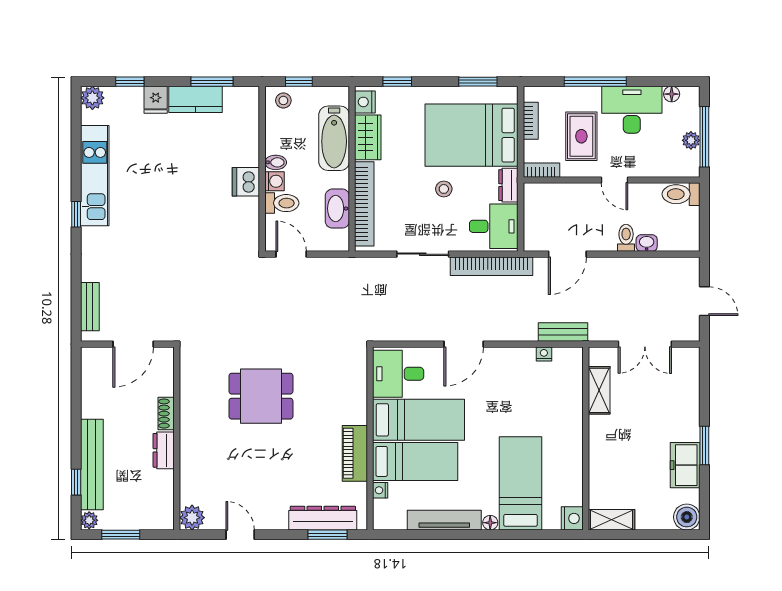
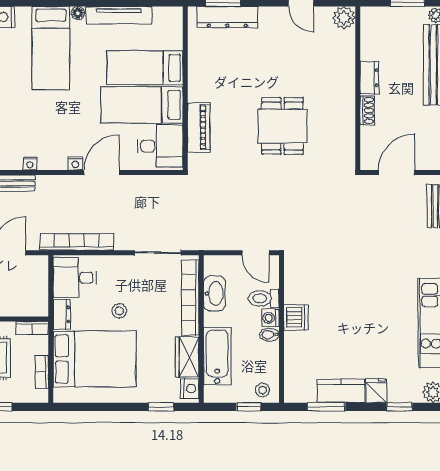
window: (478, 82) -> (89, 407), removed
sliding door: (423, 254) -> (158, 253), moved
dining table: (261, 396) -> (282, 126), turned 90
piano: (355, 453) -> (199, 128), moved
nightstand: (380, 490) -> (75, 163), moved, turned 90

